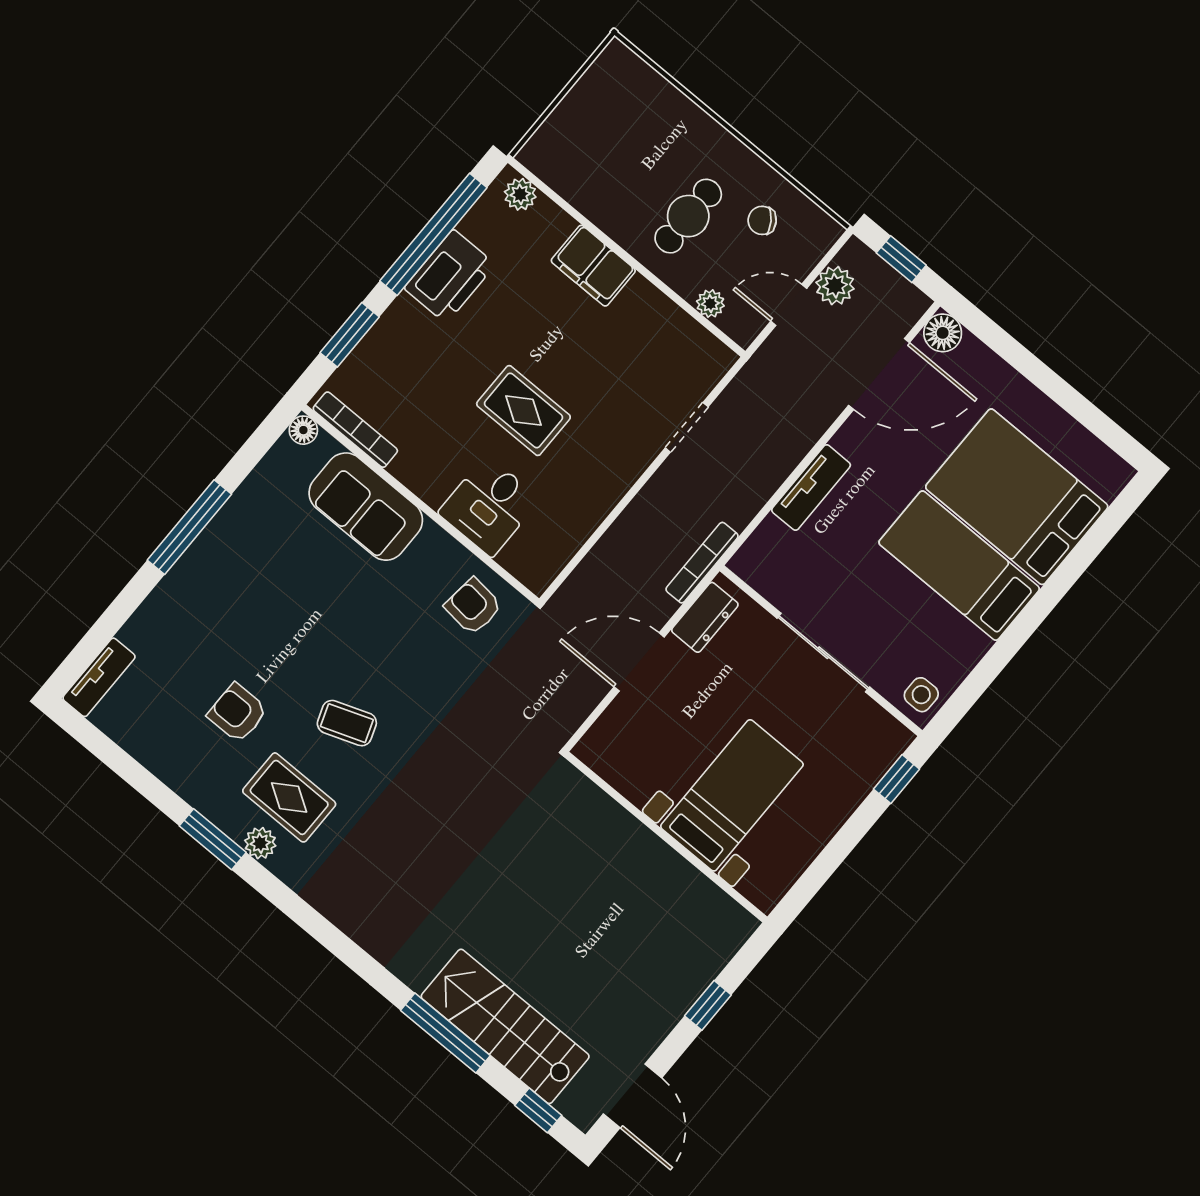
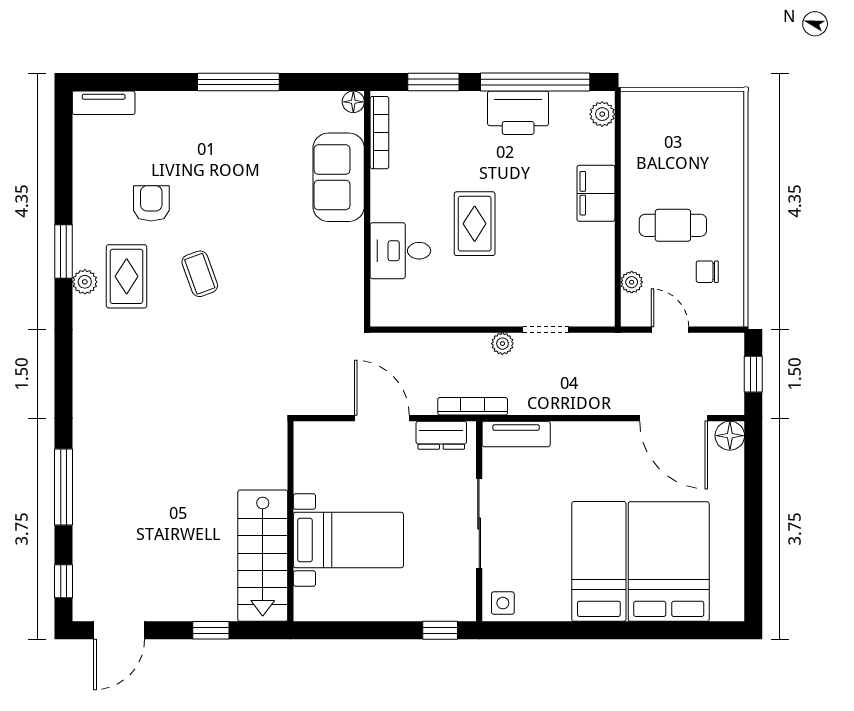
chair: (762, 220) -> (707, 272), turned -55
plant: (835, 286) -> (502, 344), moved, width x0.73, depth x0.73
tv unit: (811, 488) -> (516, 434), moved
armchair: (473, 606) -> (333, 291), removed
stairs: (505, 1026) -> (263, 556), moved, turned 180

